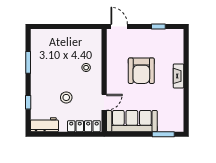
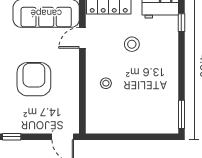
window: (28, 62) -> (181, 114), moved
window: (28, 102) -> (181, 23), moved

